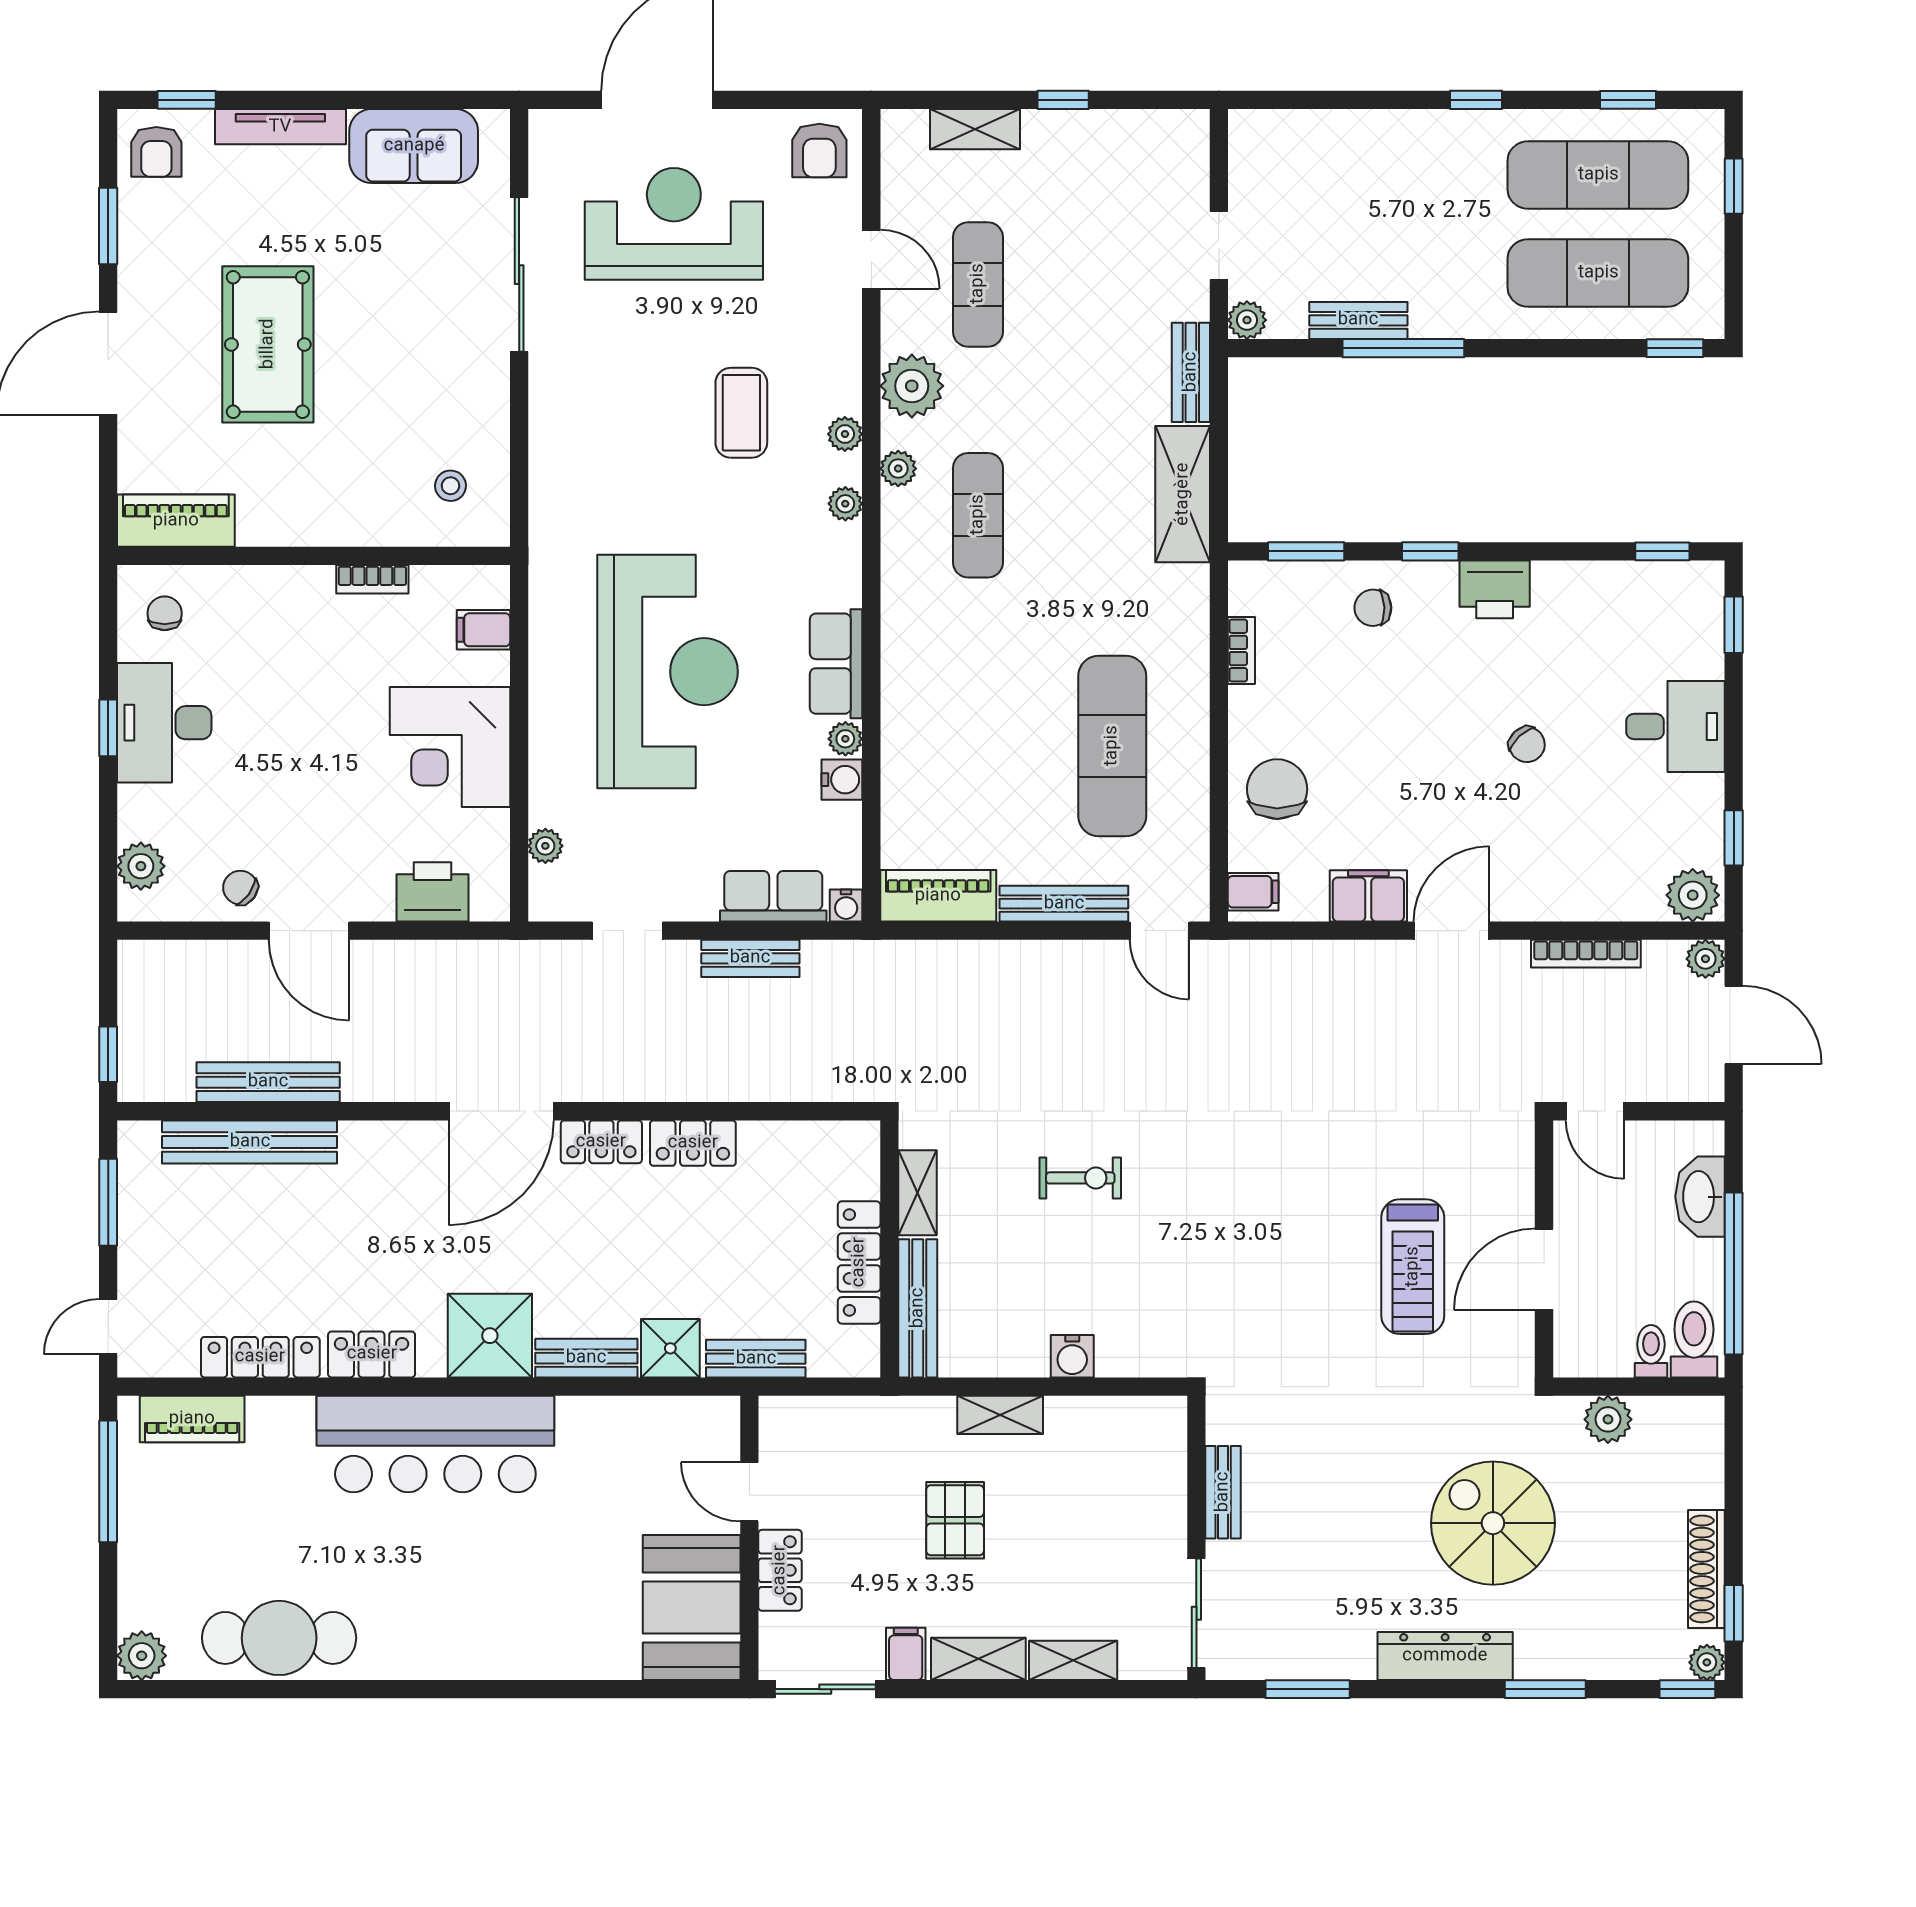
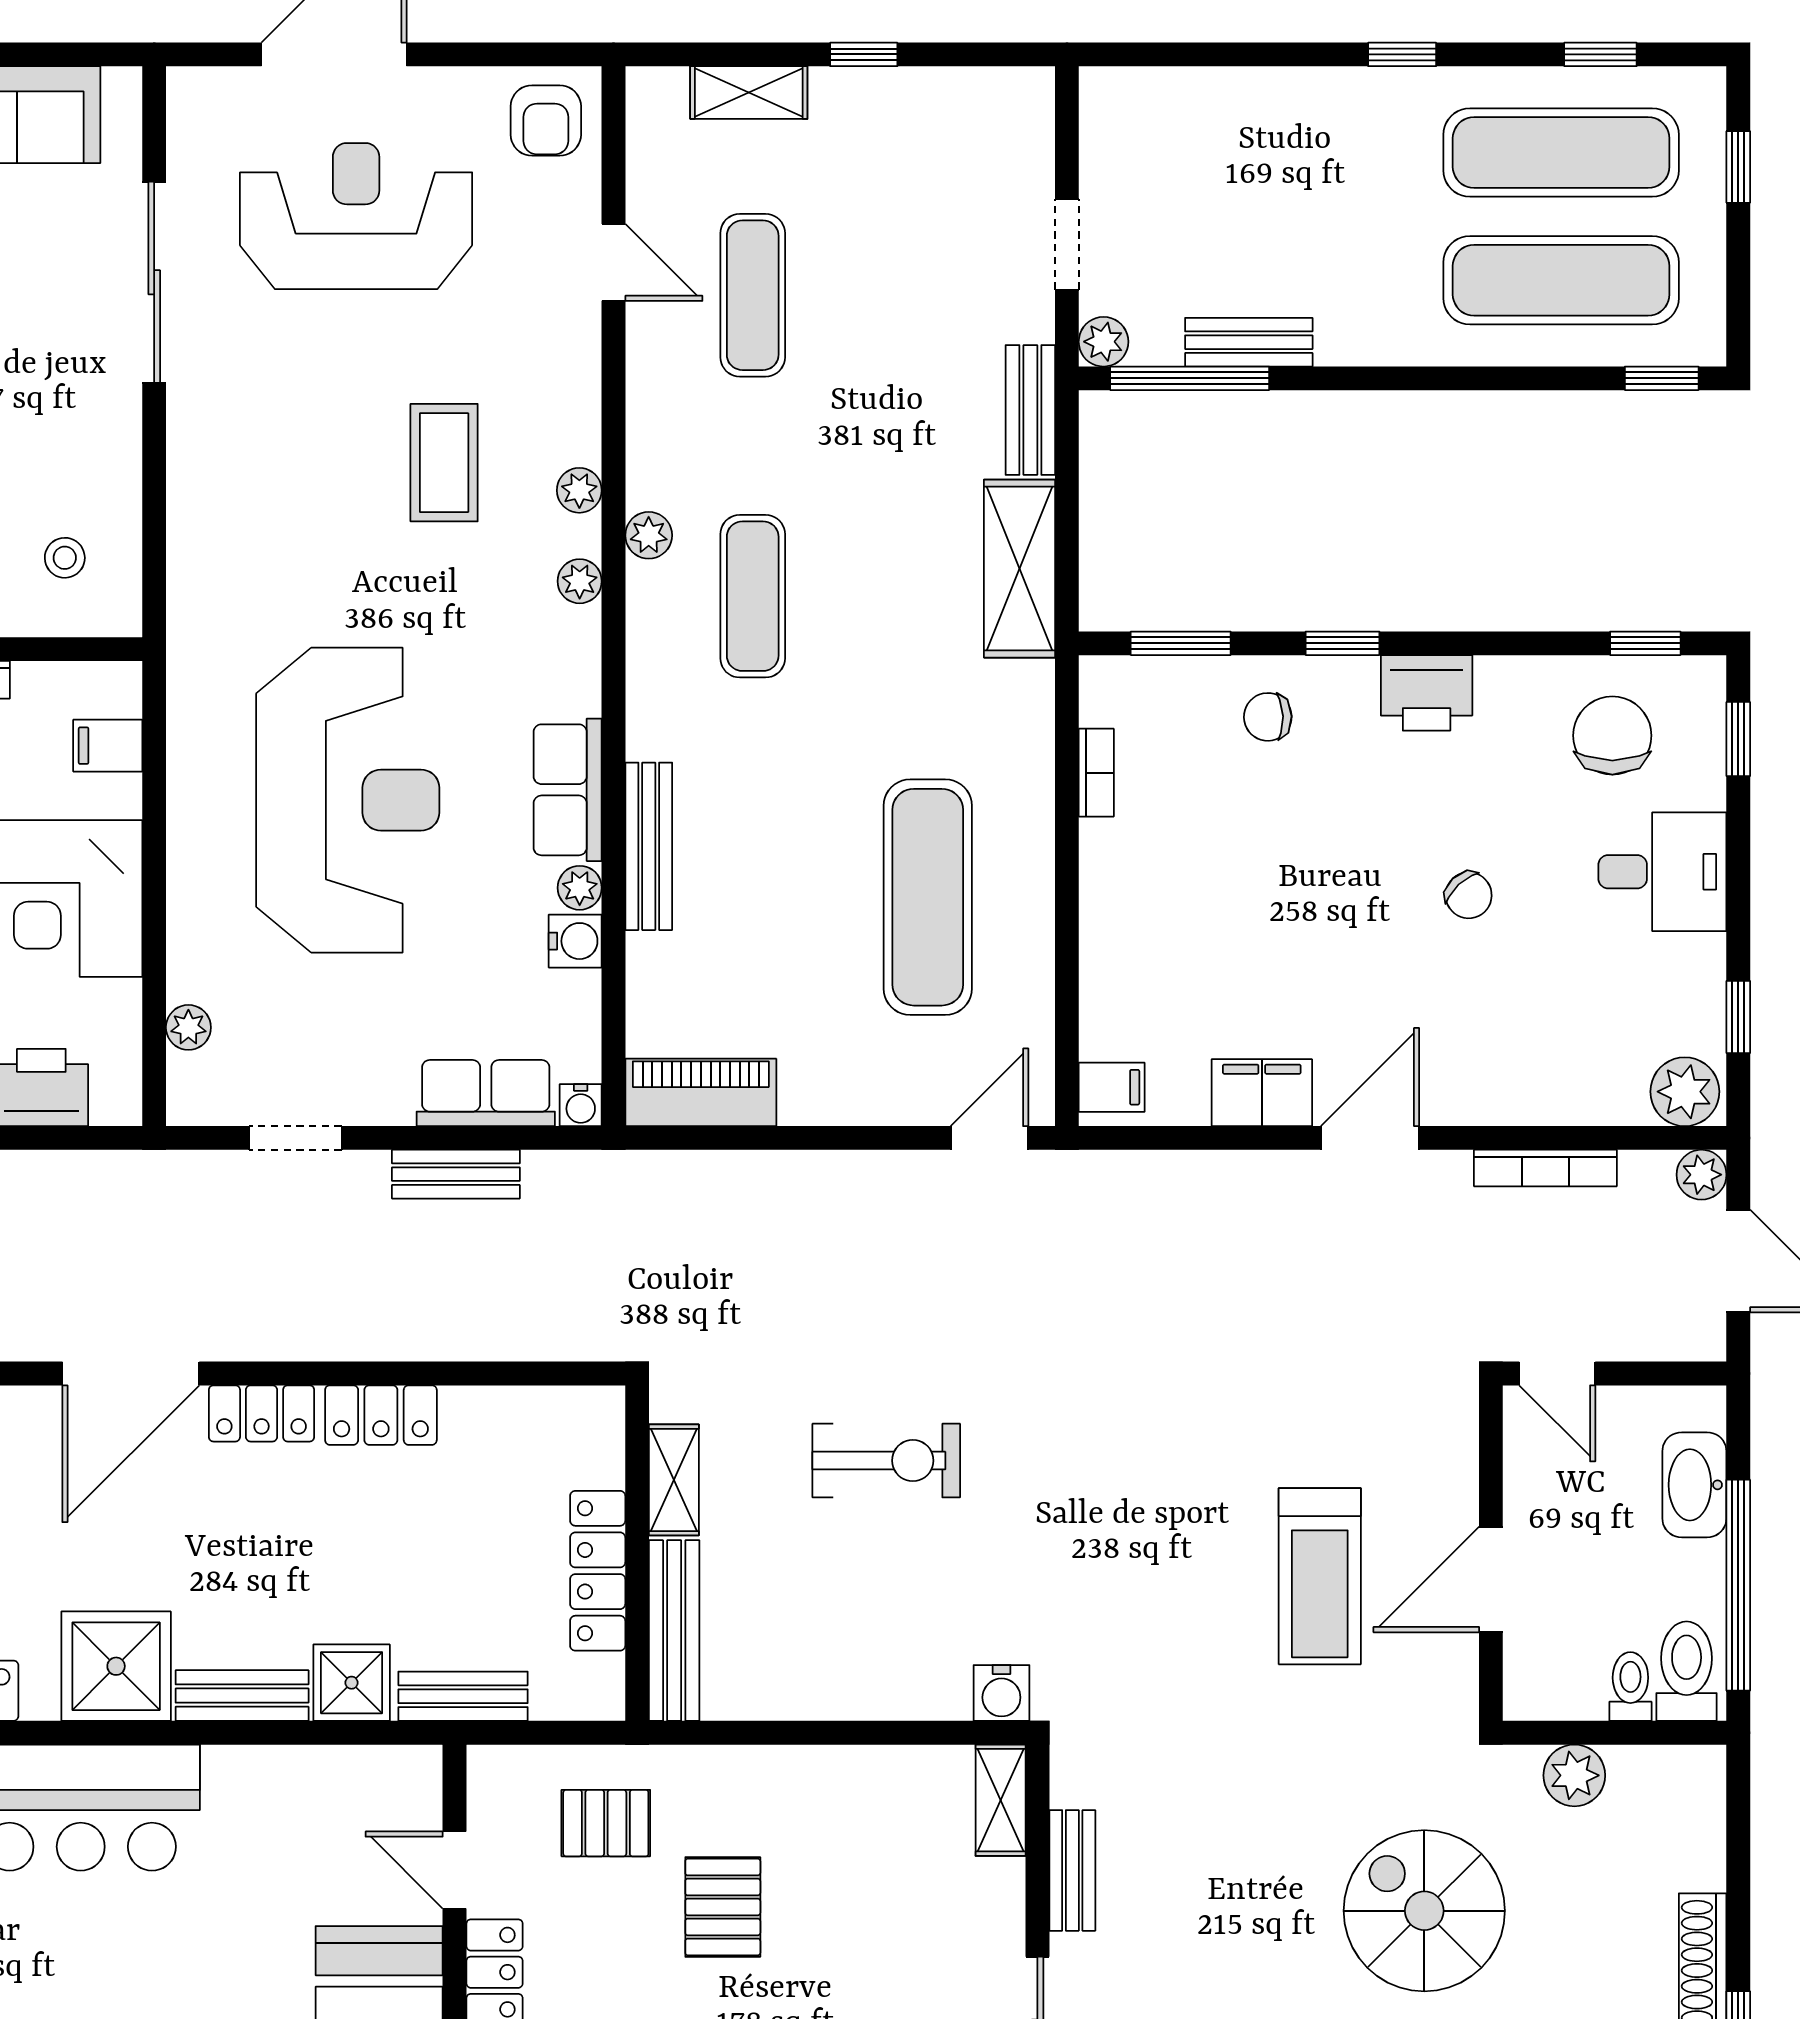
window: (1403, 348) -> (1190, 378), moved
plant: (912, 386) -> (666, 428), removed
chair: (1277, 789) -> (1612, 736), moved
bench: (1064, 904) -> (649, 846), moved, turned 90
door: (1160, 931) -> (990, 1138), swing flipped
exercise bike: (1080, 1178) -> (886, 1461), width x1.38, depth x1.39
water cooler: (1072, 1356) -> (1001, 1693), moved
shelving: (1000, 1415) -> (1001, 1800), moved, turned 90
pallet: (865, 1456) -> (606, 1823), added

